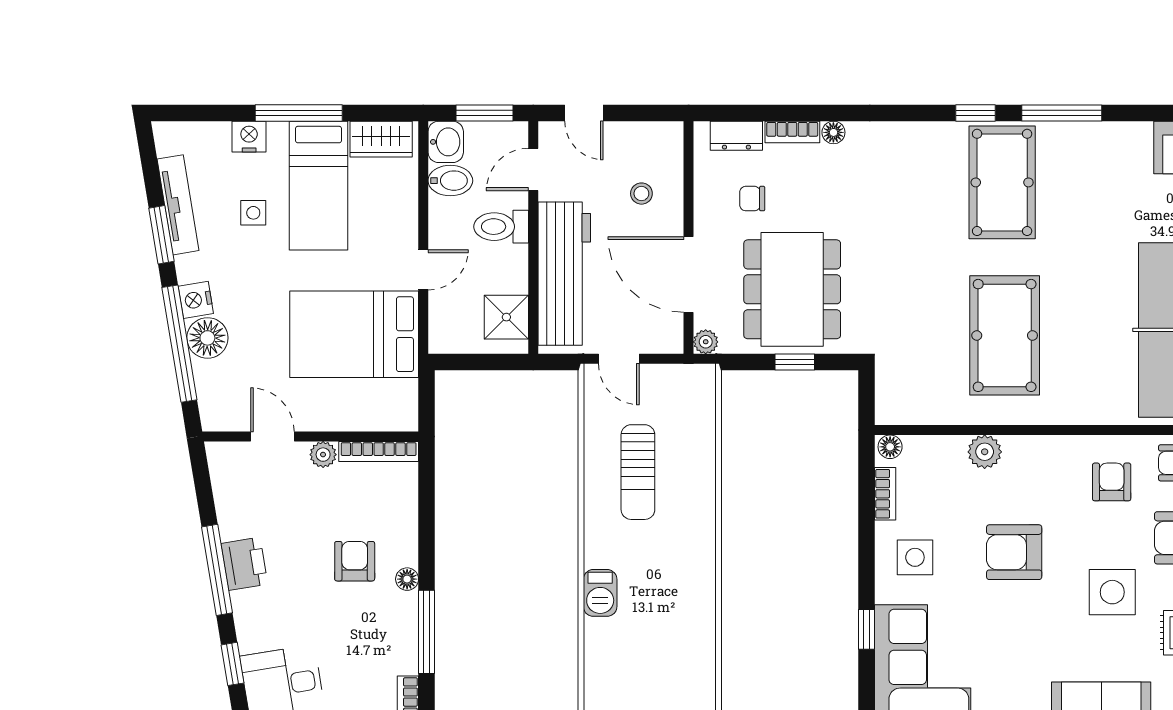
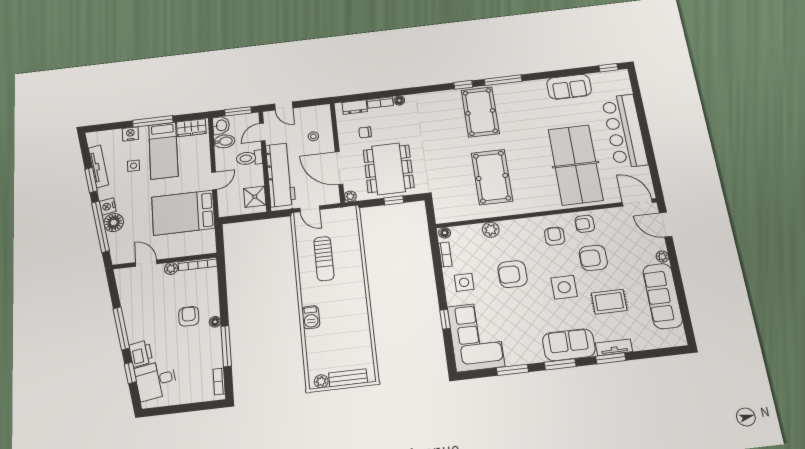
printer: (244, 564) -> (141, 354), moved

